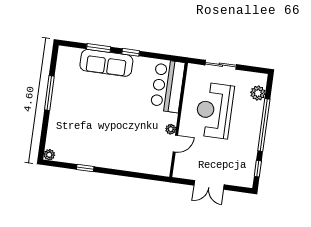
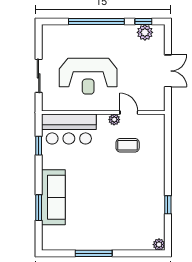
window: (131, 52) -> (39, 146), moved
plant: (258, 93) -> (145, 32), moved
coffee table: (145, 138) -> (128, 145), added

